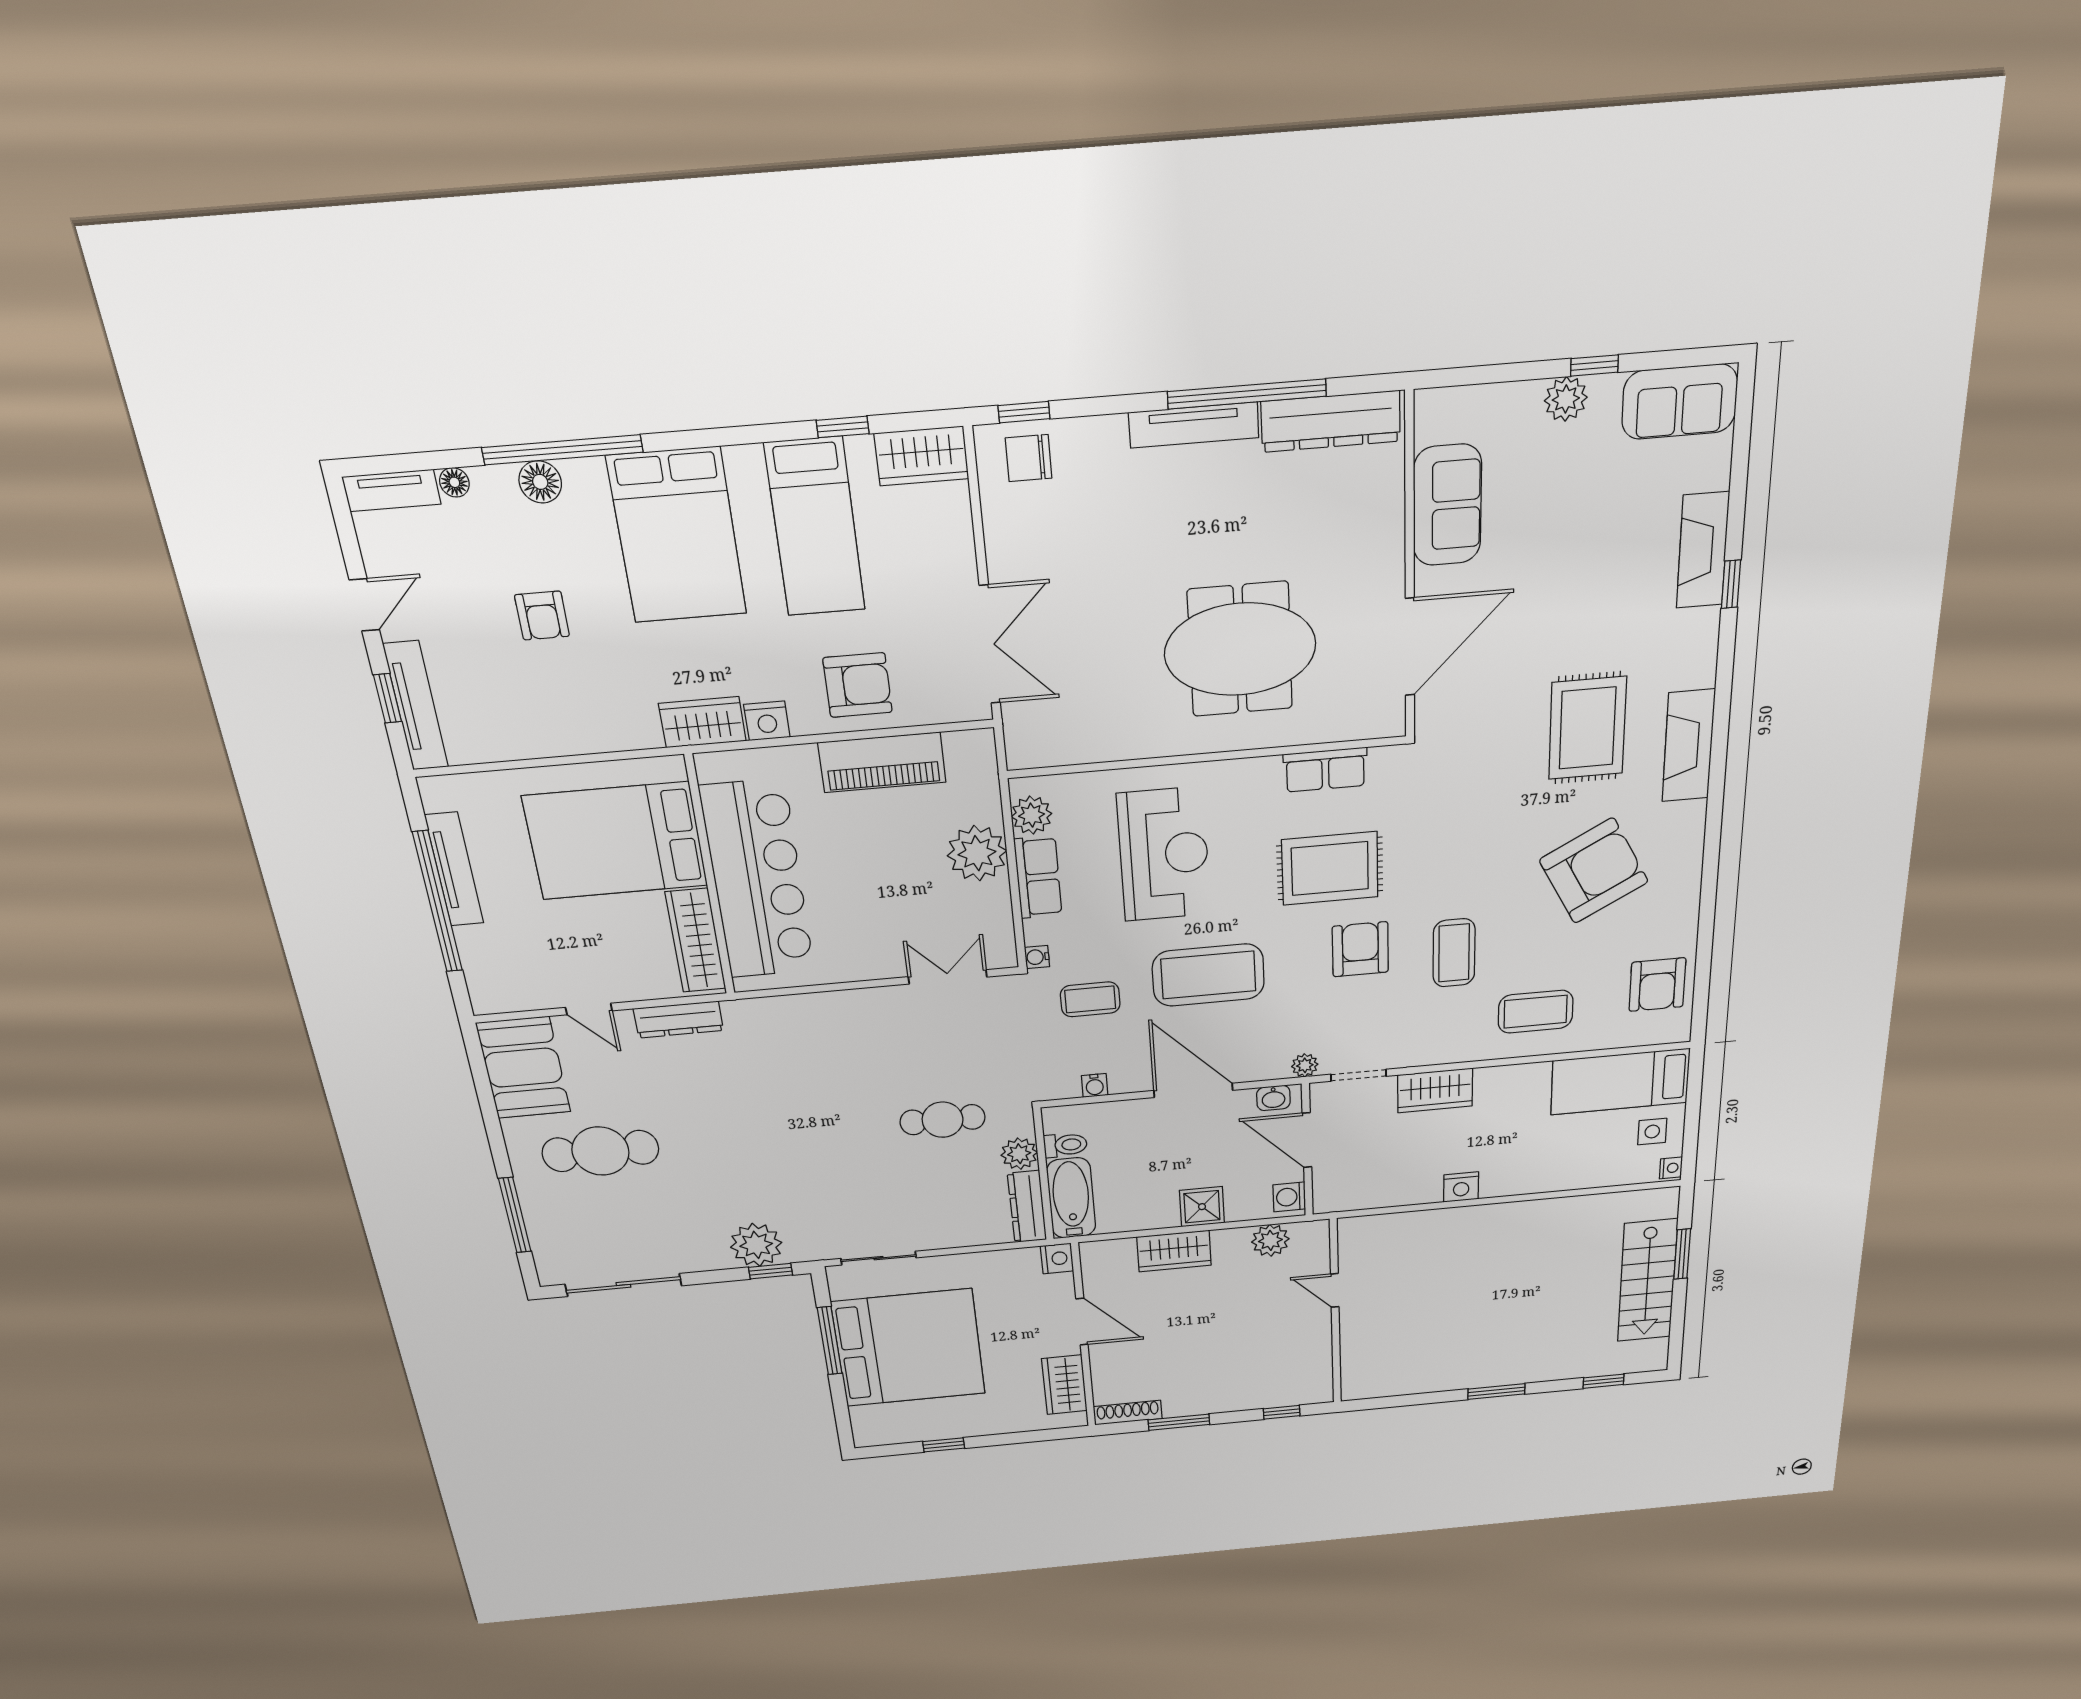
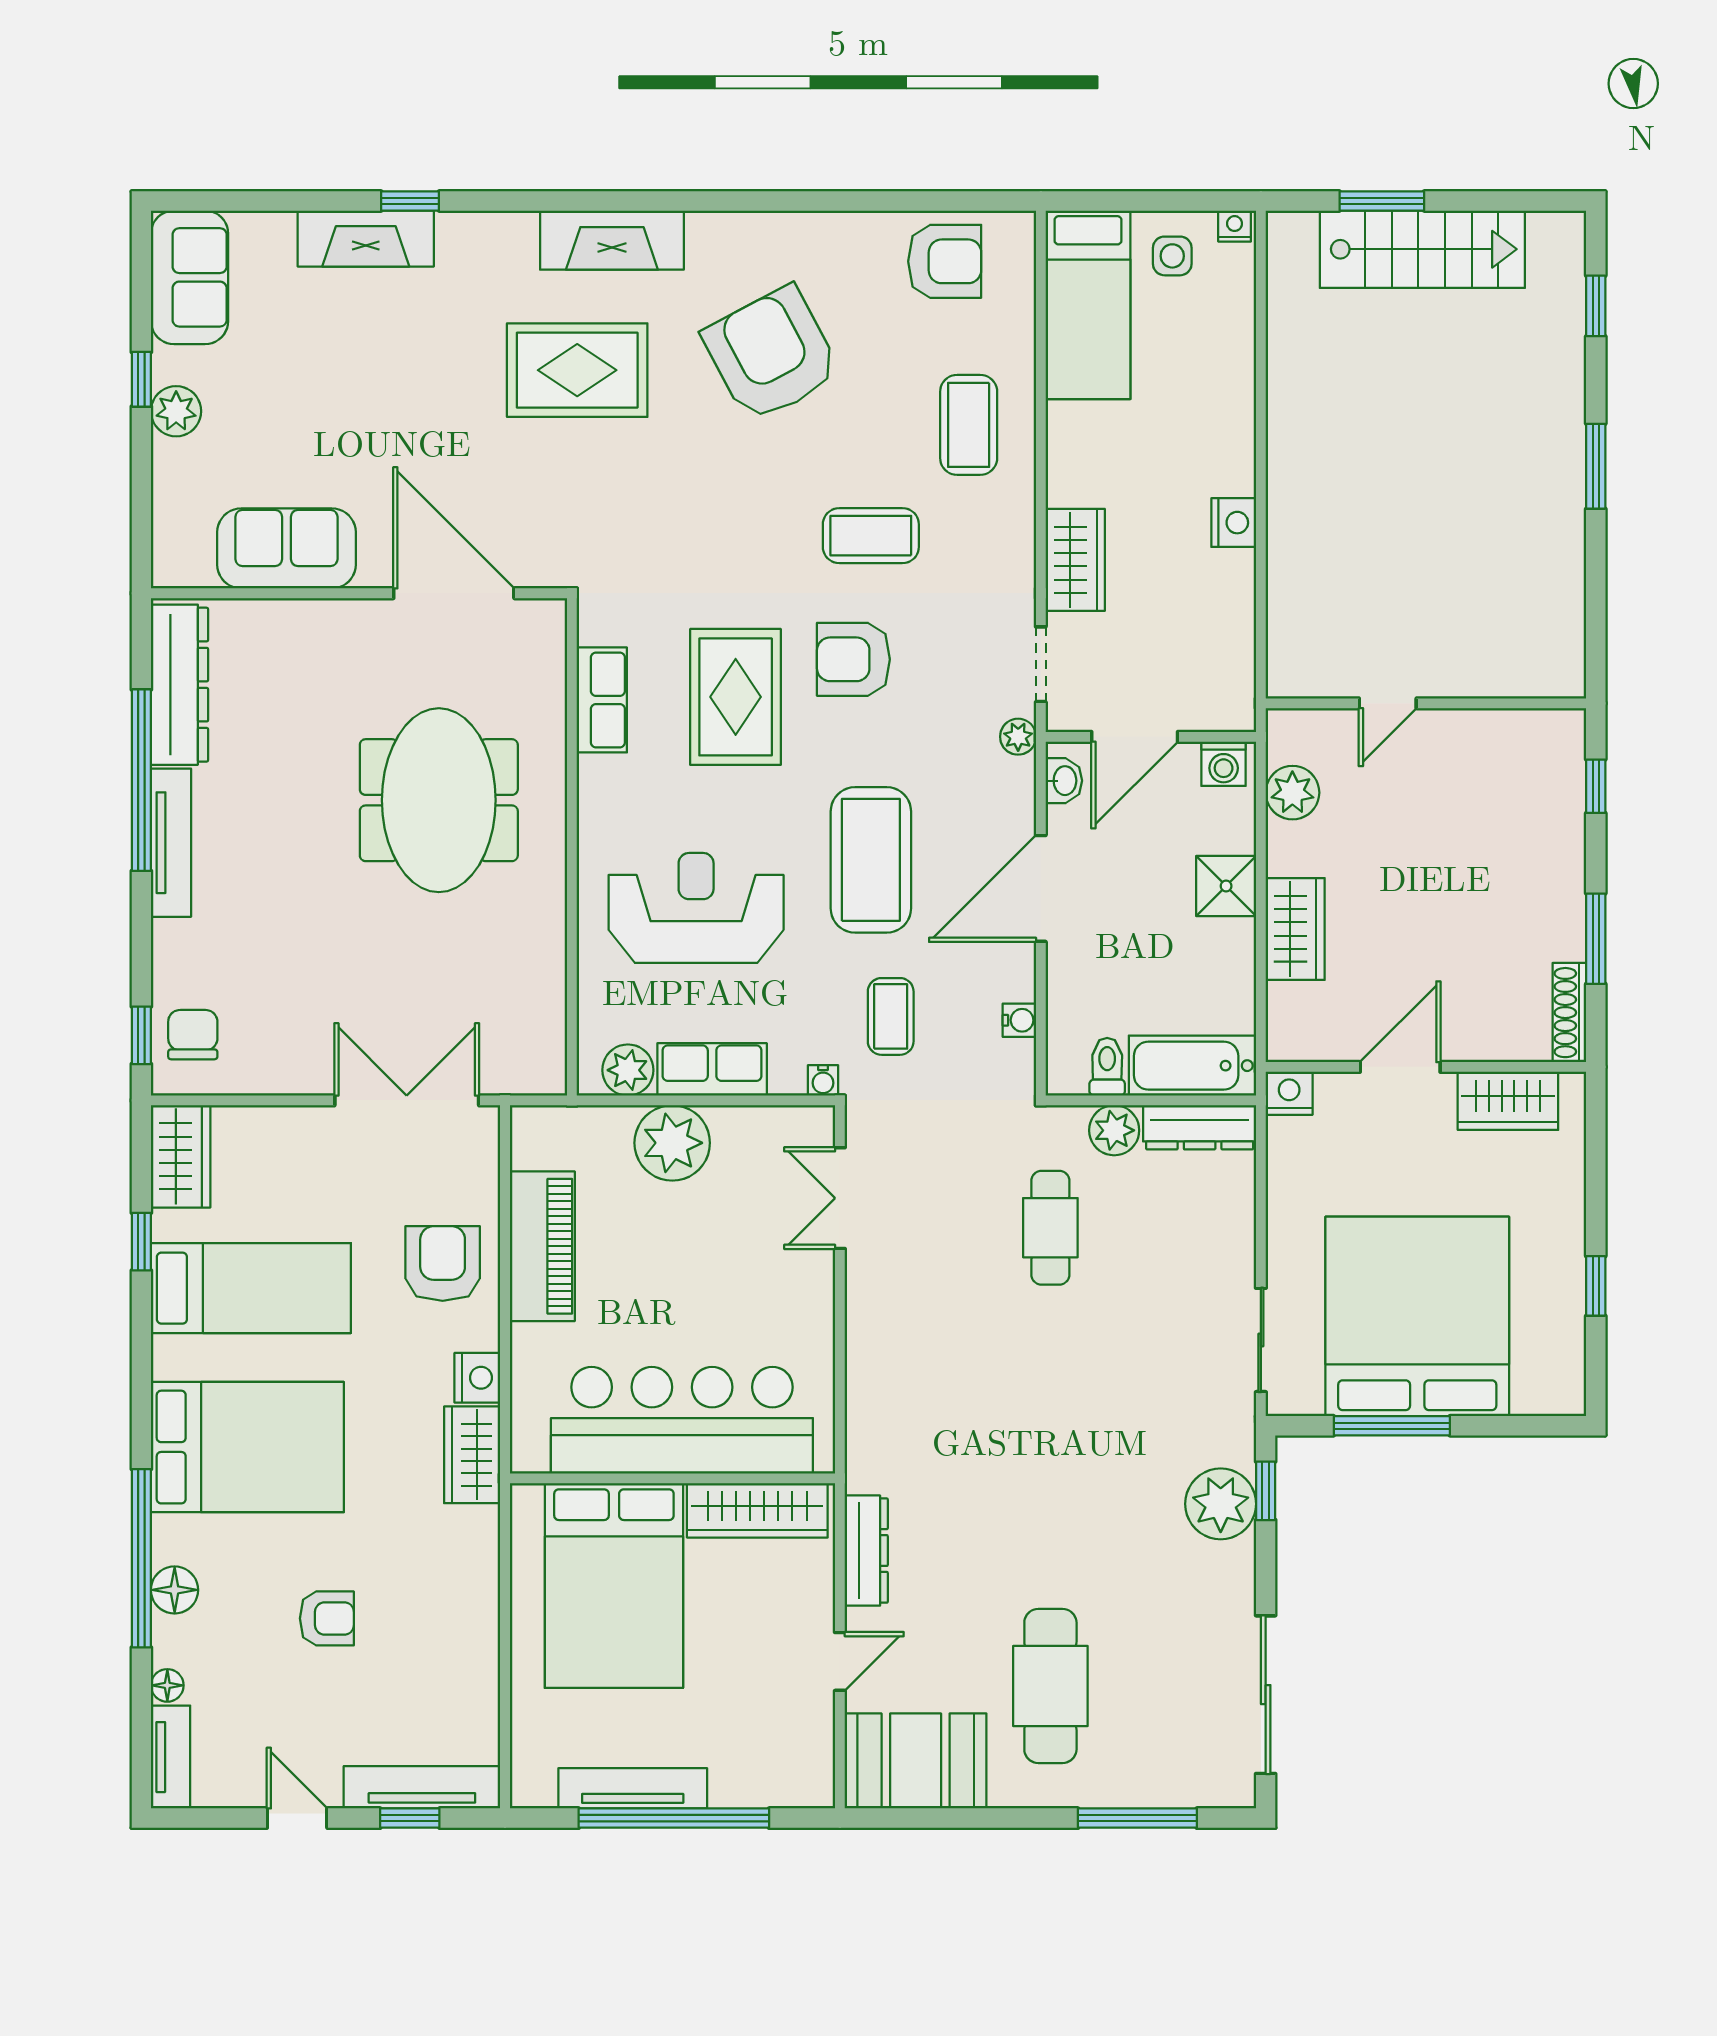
chair: (1029, 458) -> (193, 1035), turned 180

